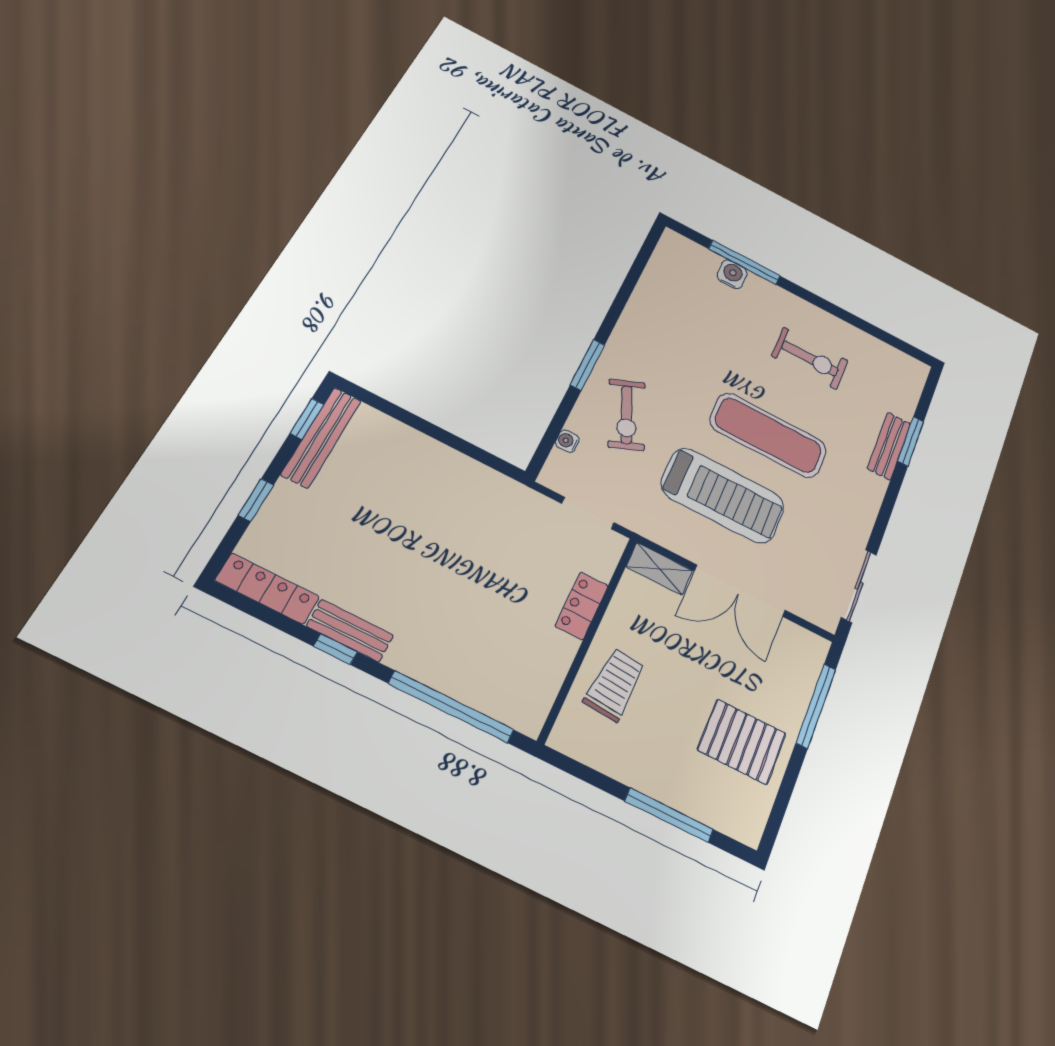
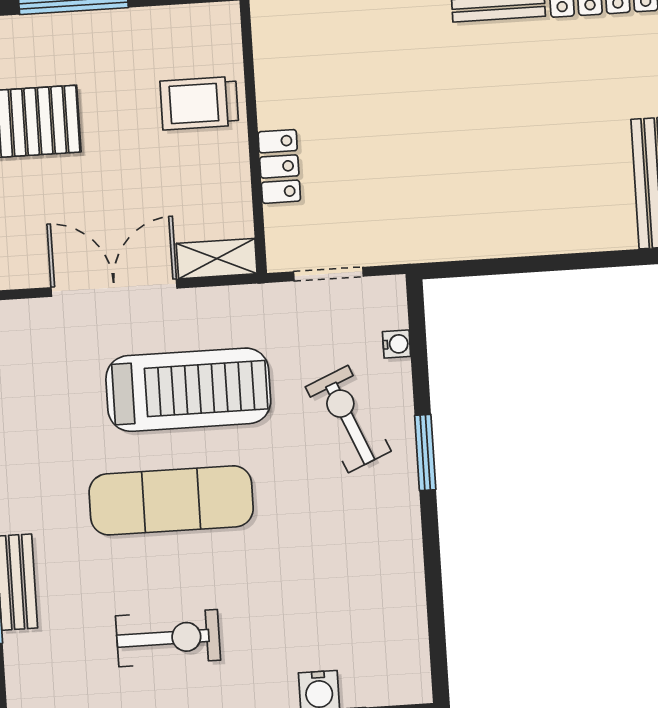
exercise bike: (810, 358) -> (168, 638), turned 180
treadmill: (723, 495) -> (188, 390), turned 180
trolley: (615, 685) -> (199, 103), turned 85

